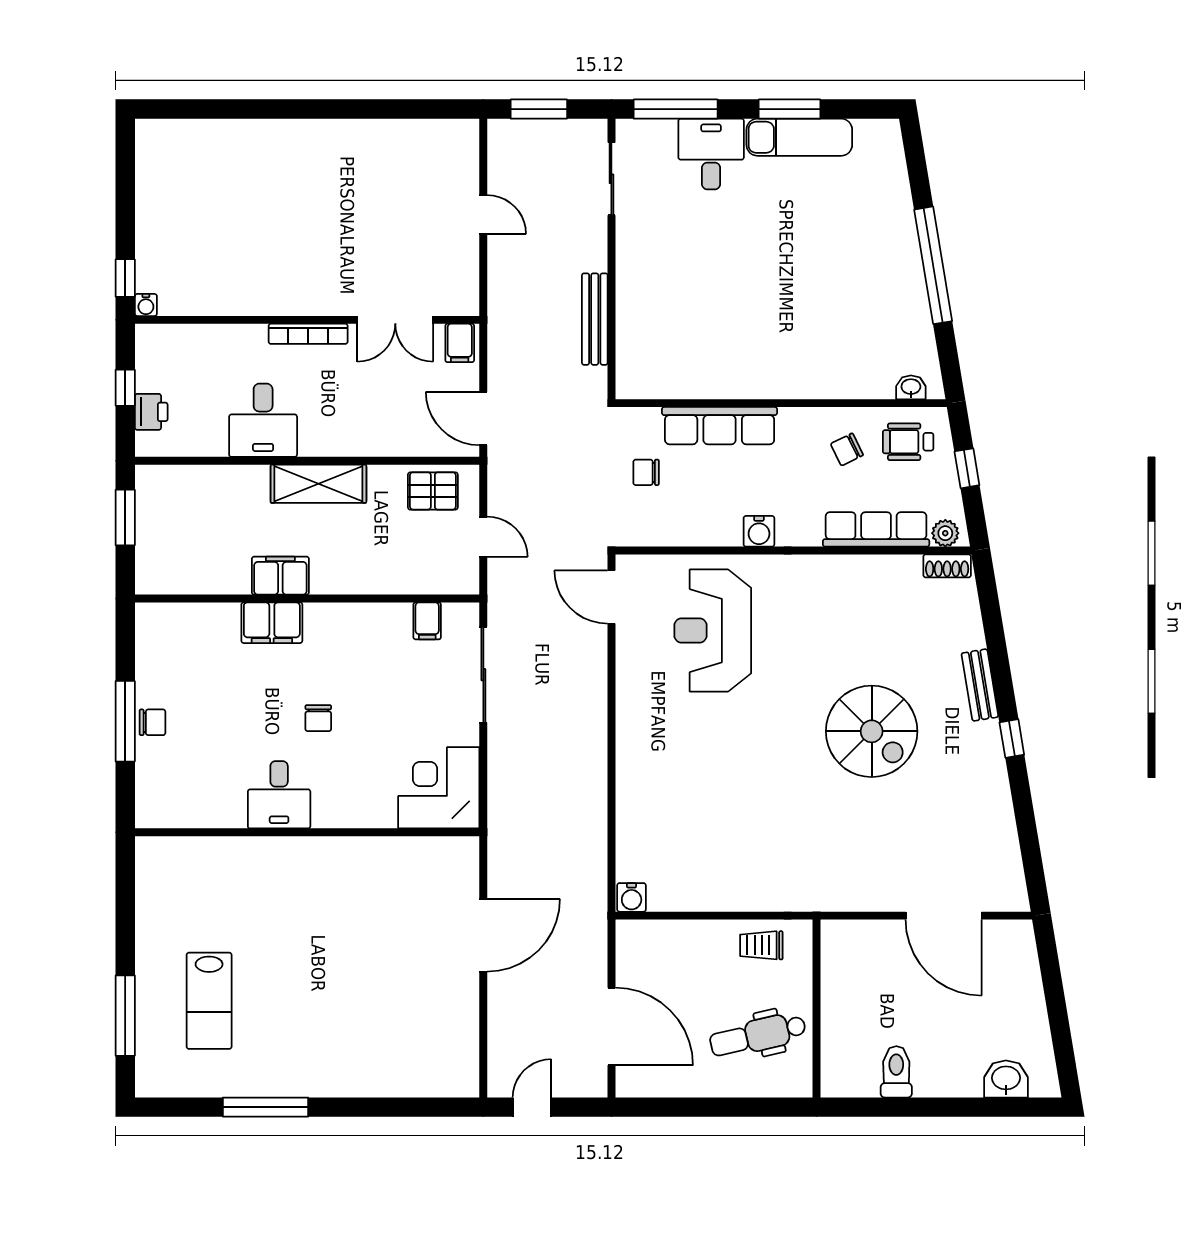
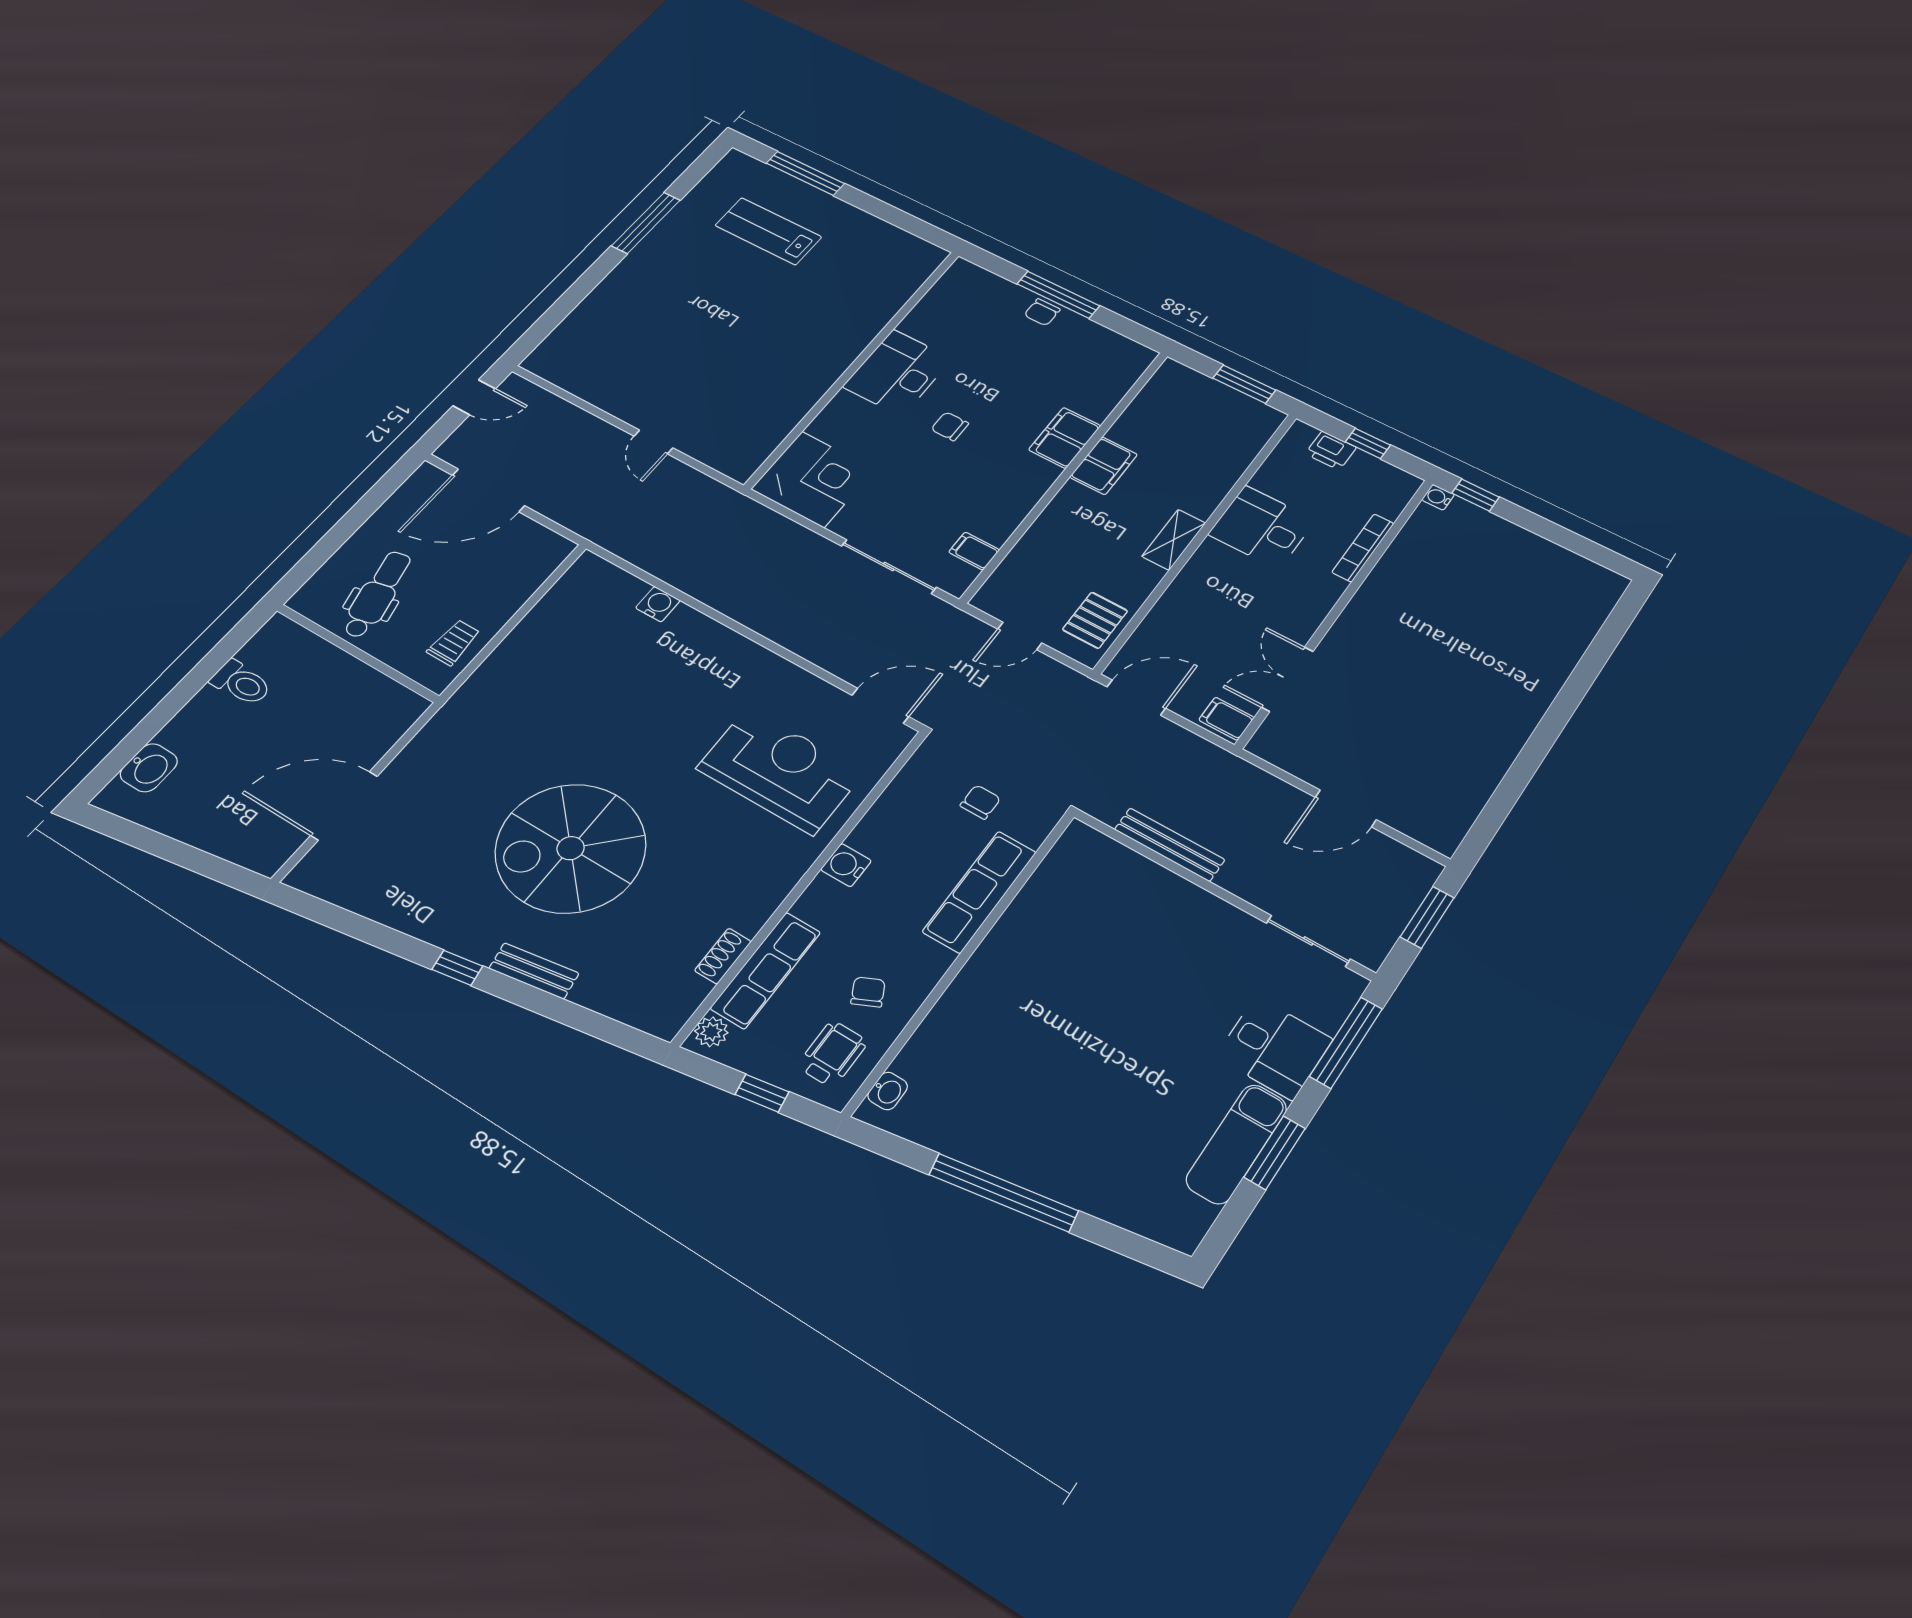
door: (483, 215) -> (1346, 808), width x1.37
bookcase: (308, 334) -> (1363, 548), moved
shelving: (318, 484) -> (1174, 540), width x0.67, depth x0.75
shoe rack: (947, 566) -> (723, 956), moved
spiral stairs: (872, 731) -> (571, 848), width x1.37, depth x1.37
desk: (279, 795) -> (897, 373), width x1.37
water cooler: (632, 897) -> (658, 604), moved, turned 90
door: (483, 935) -> (654, 442), width x0.53
door: (532, 1107) -> (474, 397), hinge flipped

